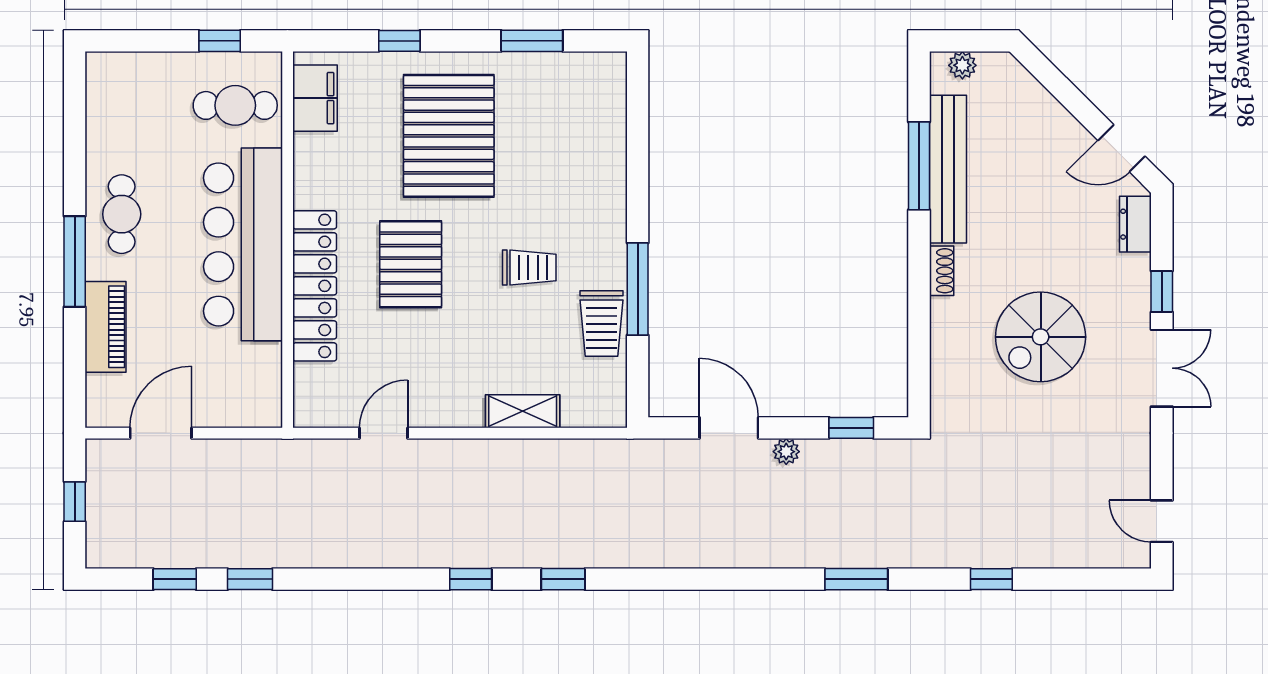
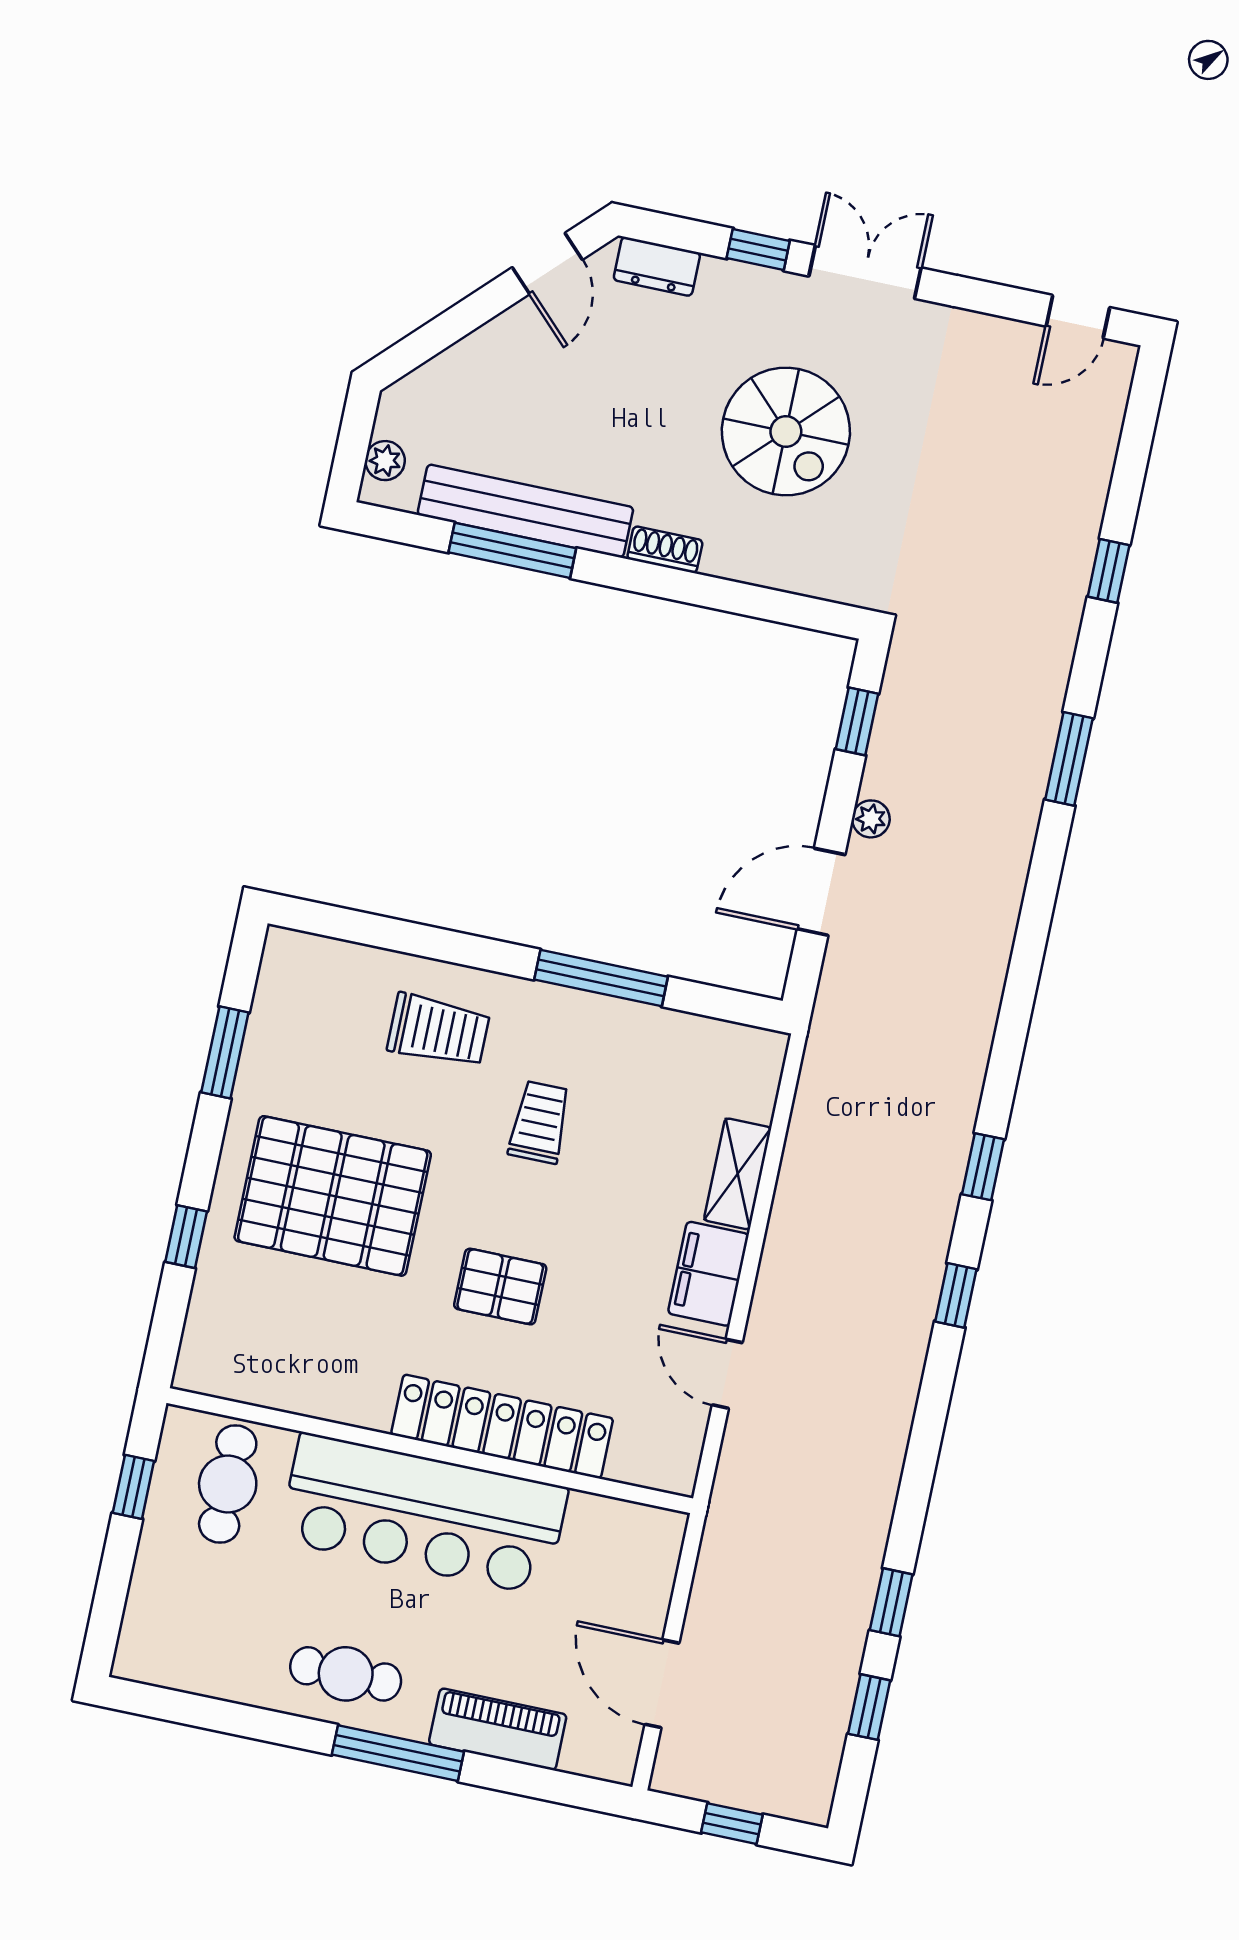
filing cabinet: (315, 98) -> (708, 1274), moved, turned -90
pallet: (411, 264) -> (500, 1287), width x0.67, depth x0.71
trolley: (602, 324) -> (438, 1030), moved

